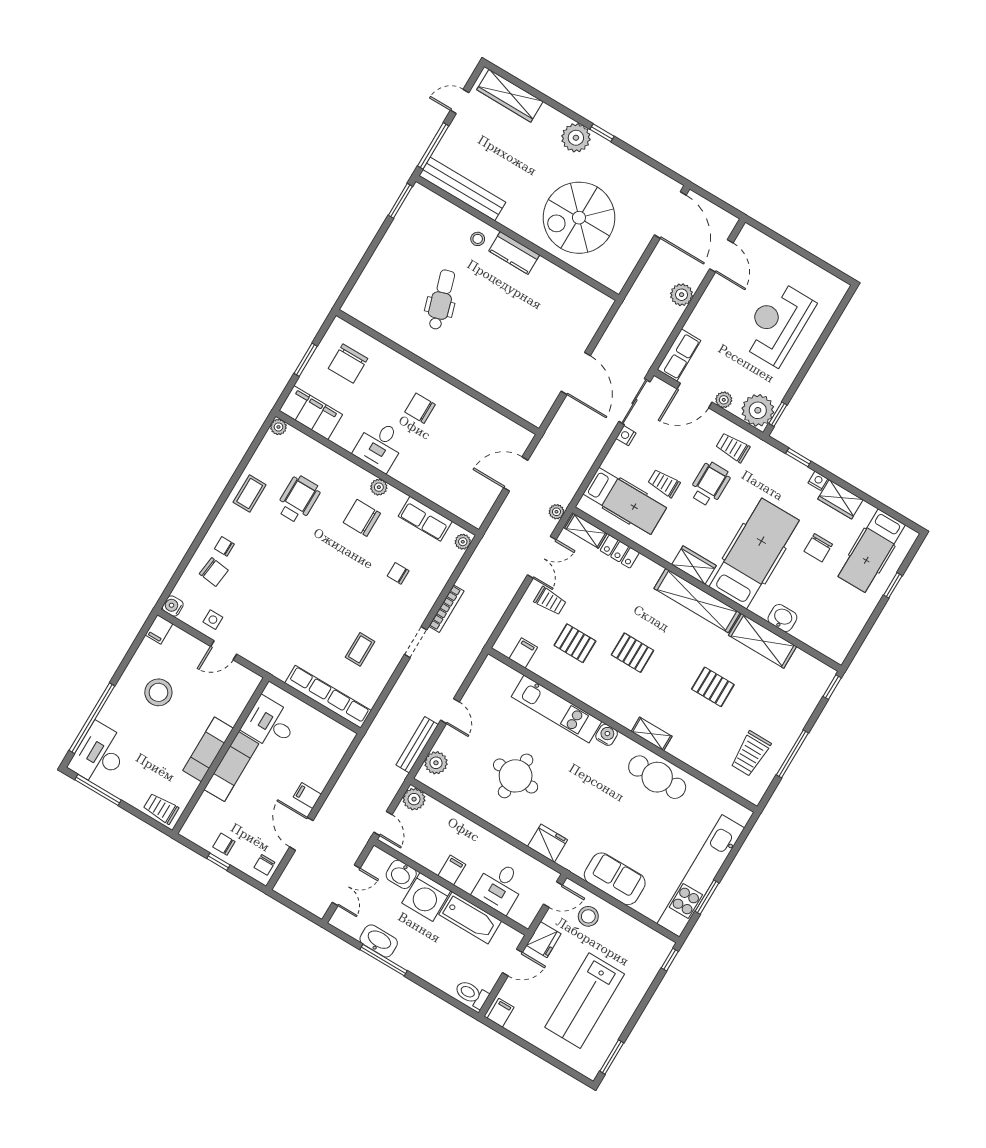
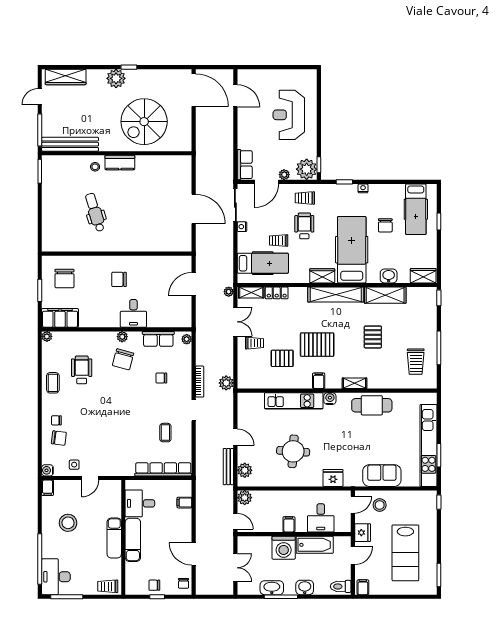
plant: (682, 295) -> (226, 383), moved
desk: (380, 446) -> (133, 313), moved
wardrobe: (840, 499) -> (423, 276), moved, turned 180
chair: (362, 518) -> (123, 359), turned -75
filing cabinet: (523, 653) -> (319, 381), moved
pallet: (632, 653) -> (317, 345), width x1.50, depth x1.42
pallet: (713, 687) -> (373, 337), turned 90
filing cabinet: (307, 796) -> (184, 503), moved
washbasin: (401, 874) -> (305, 587), moved, turned 180

